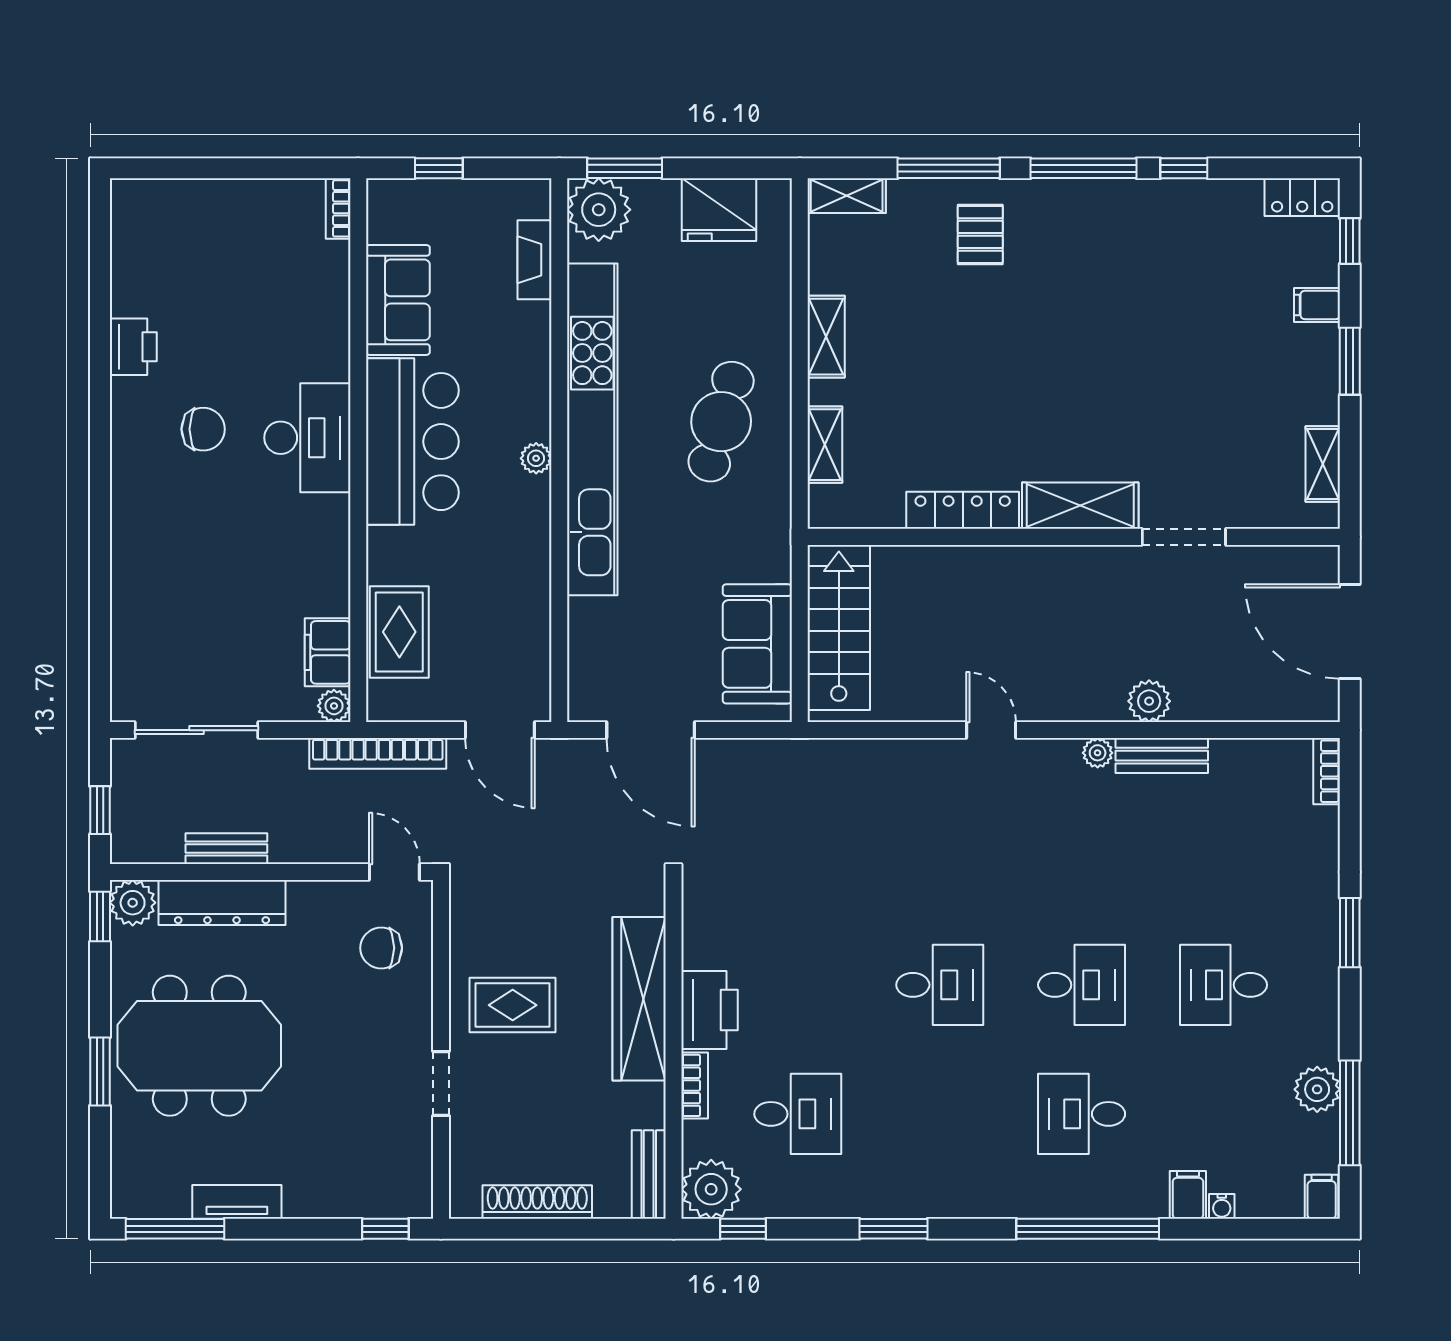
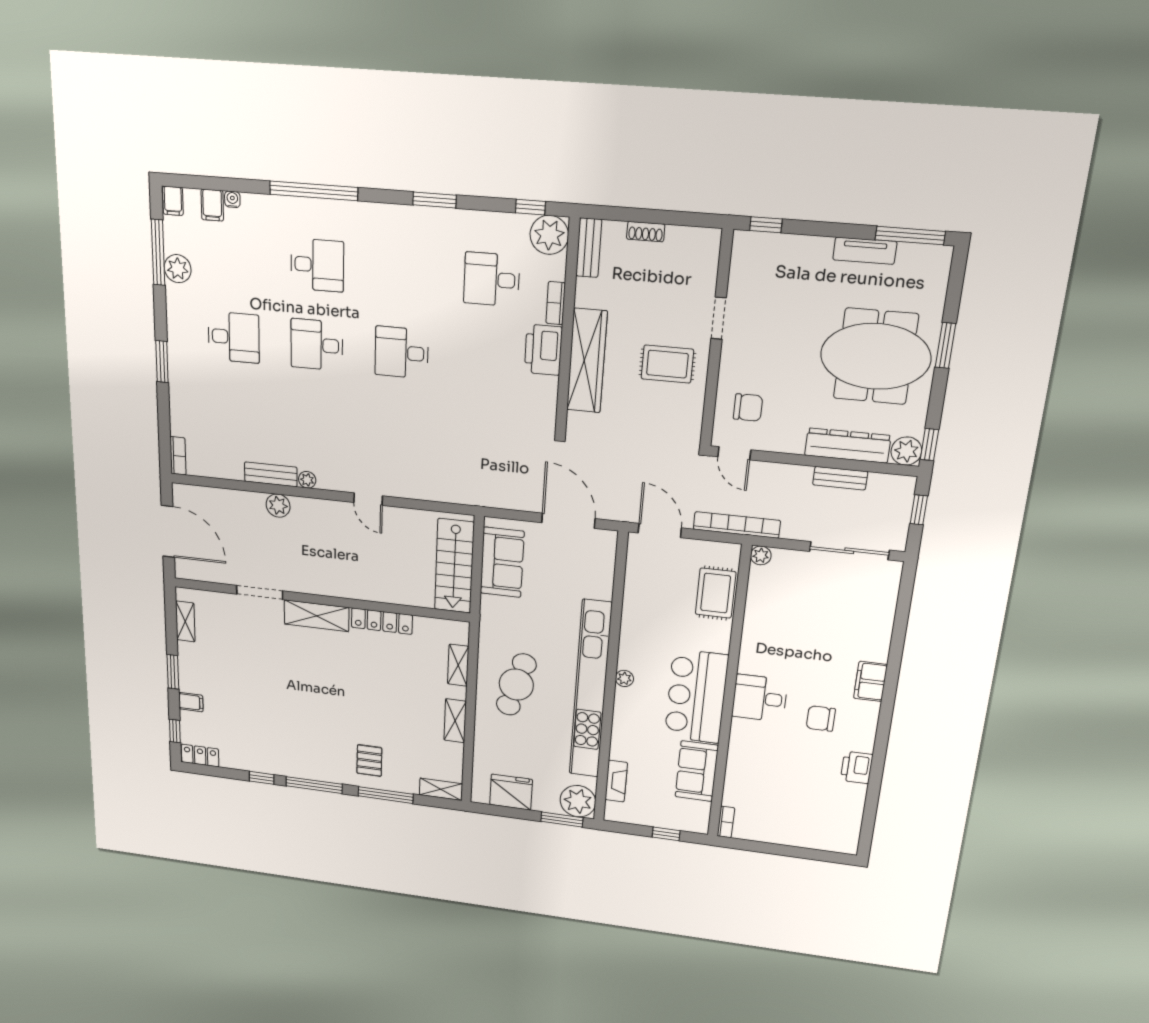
desk: (307, 438) -> (760, 698), width x0.73
filing cabinet: (328, 652) -> (870, 681), moved, turned 180
filing cabinet: (1188, 1195) -> (212, 205), moved
shoe rack: (537, 1202) -> (646, 232), width x0.51, depth x0.81

